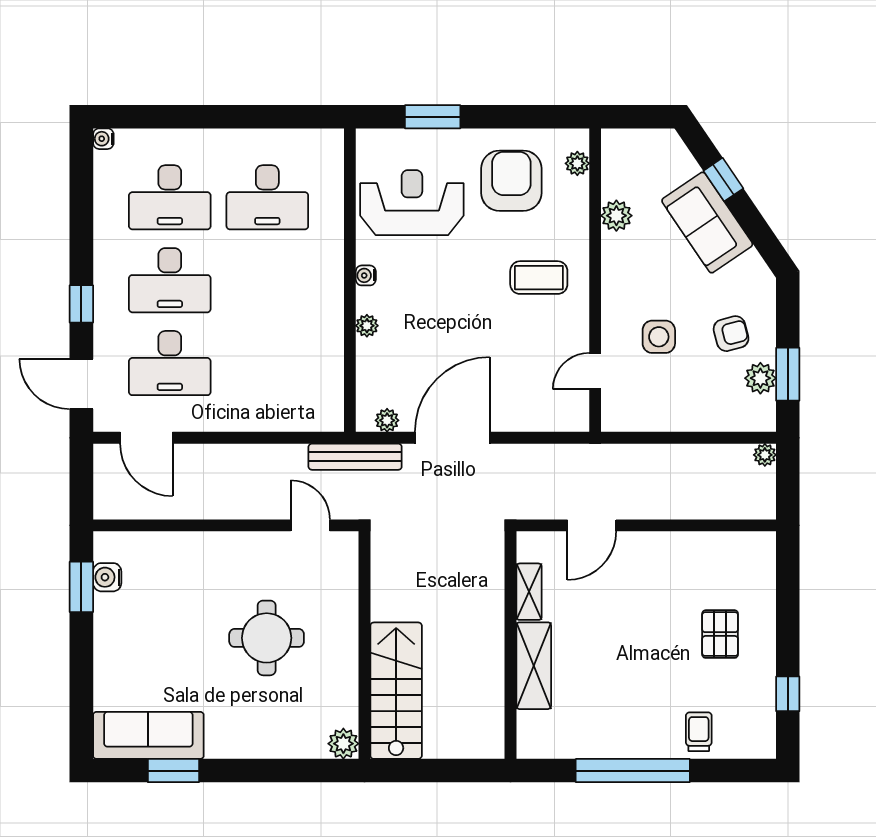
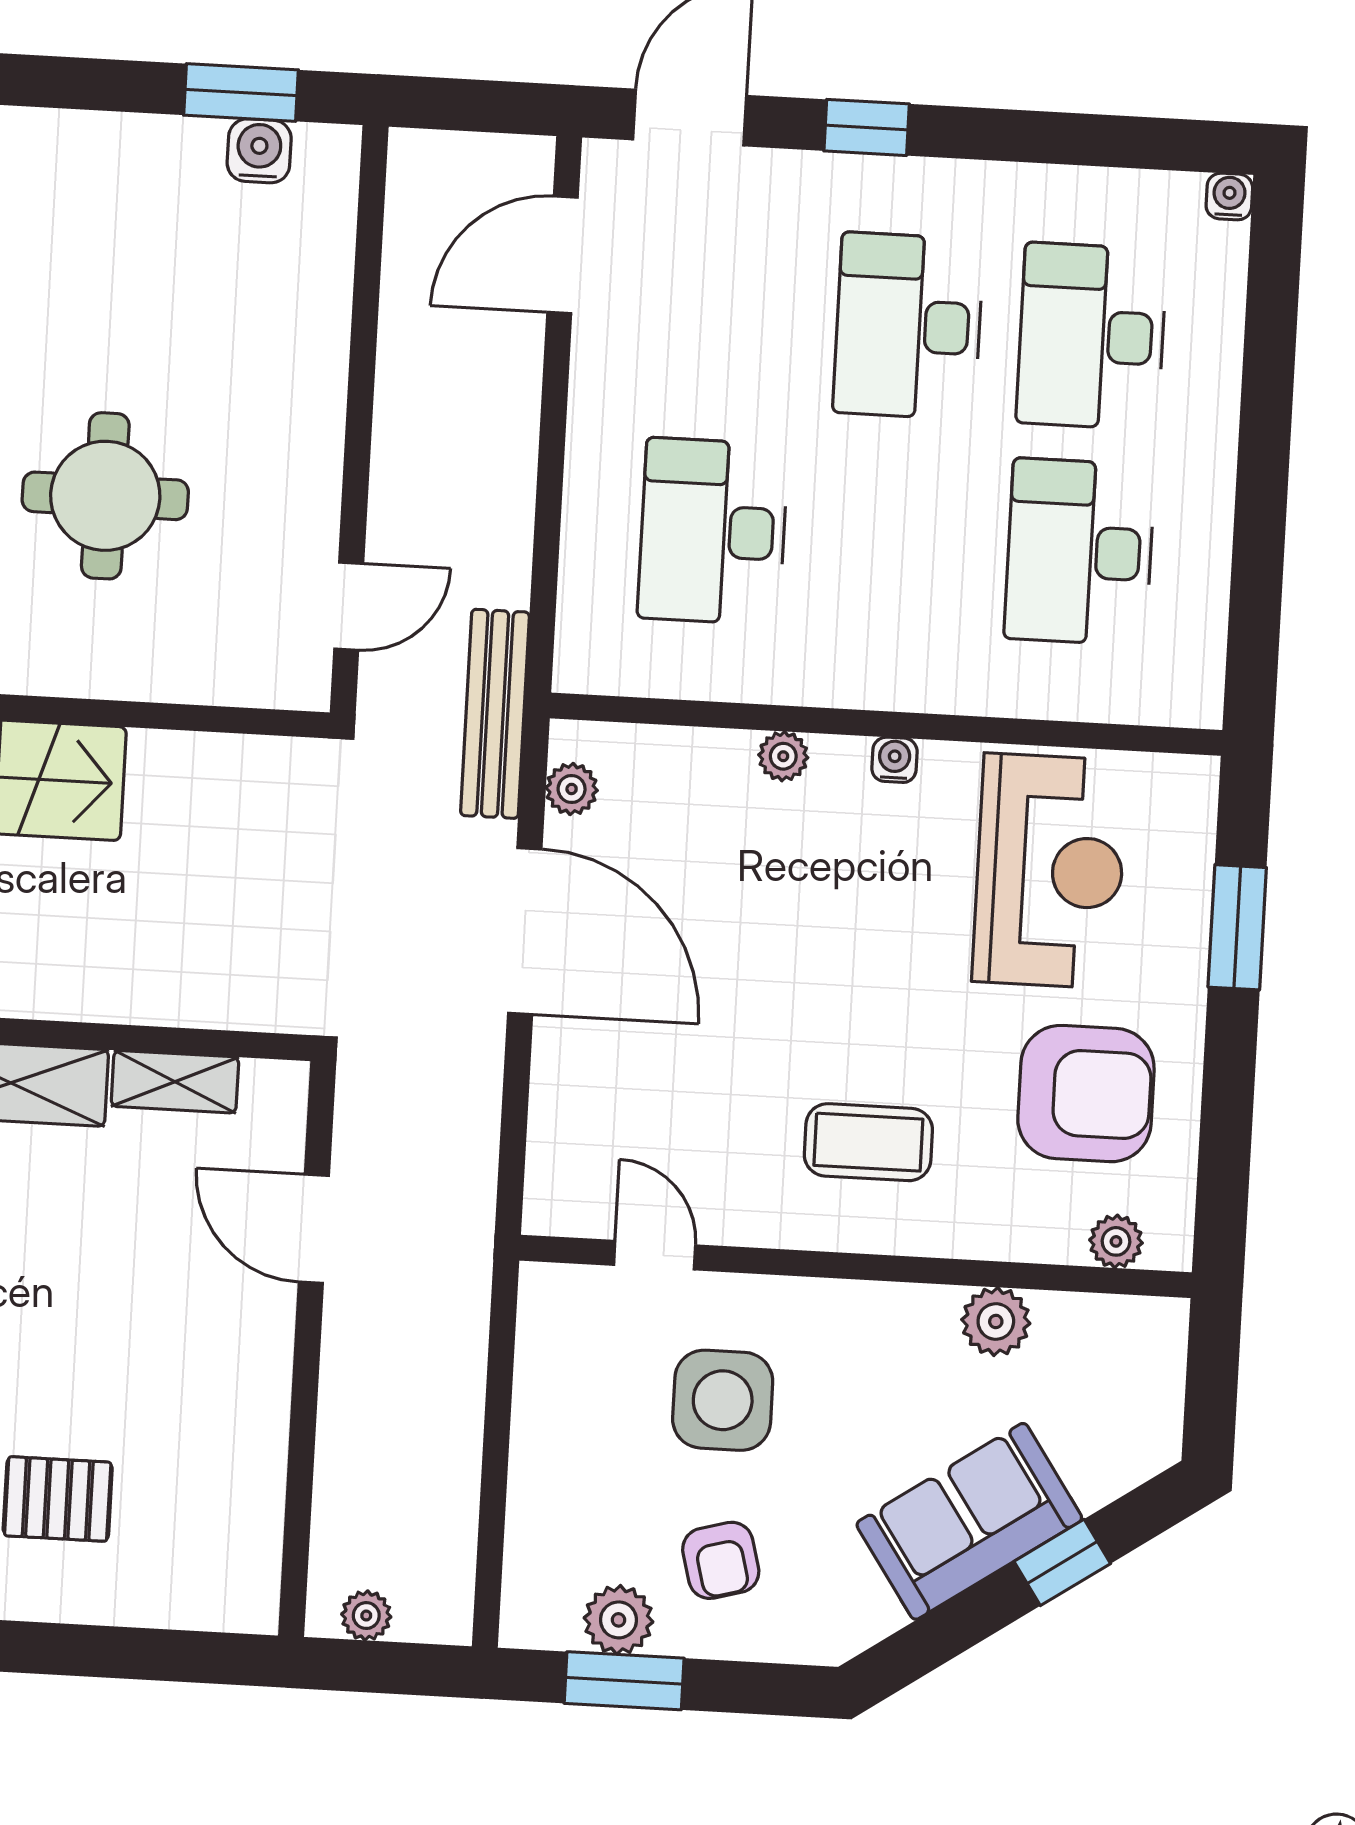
coffee table: (539, 278) -> (868, 1142), turned 90
side table: (659, 337) -> (723, 1400), width x1.37, depth x1.37
desk: (170, 363) -> (713, 531), moved
plant: (765, 455) -> (366, 1616), moved

